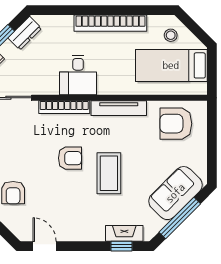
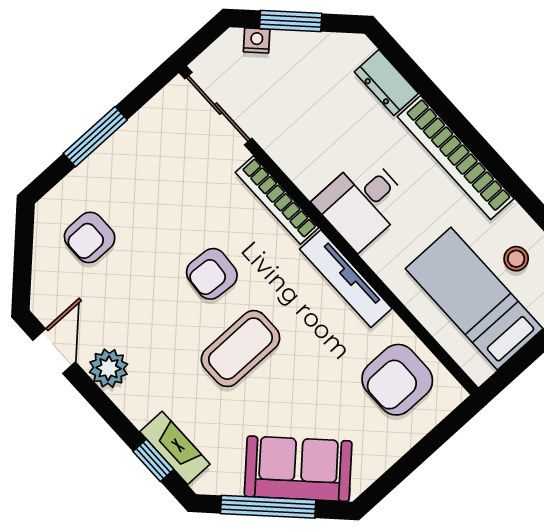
dresser: (25, 33) -> (386, 83), moved, turned 45
desk: (78, 75) -> (362, 203), moved
armchair: (176, 124) -> (397, 380), turned -90
armchair: (70, 158) -> (212, 274), turned 94
plant: (70, 231) -> (109, 368), added

